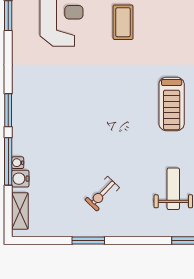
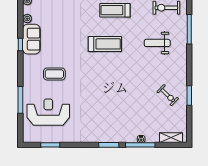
water cooler: (20, 179) -> (151, 137), removed
exercise bike: (102, 194) -> (168, 95), moved

